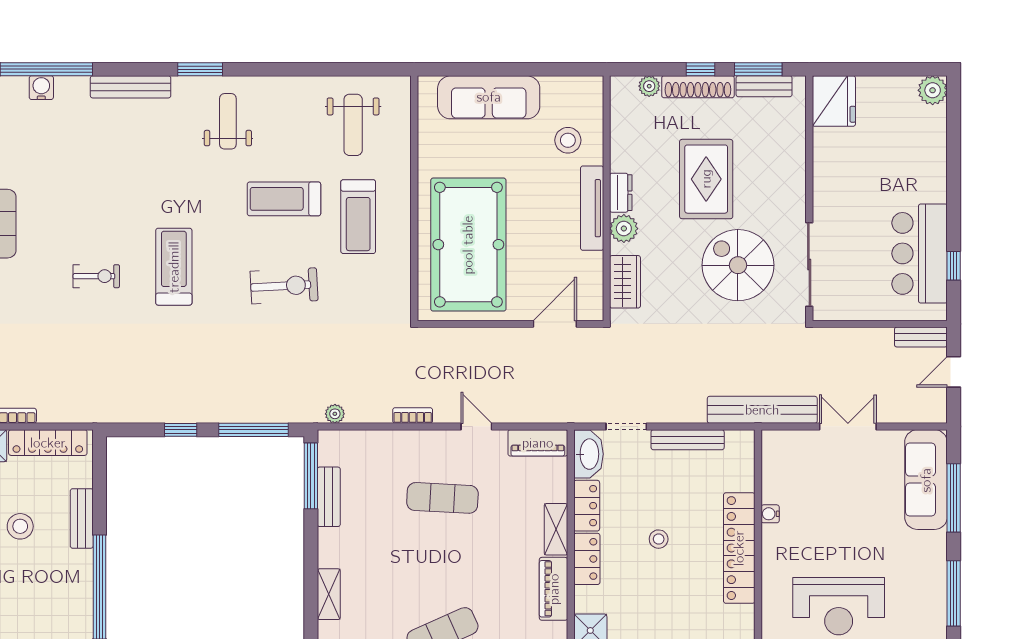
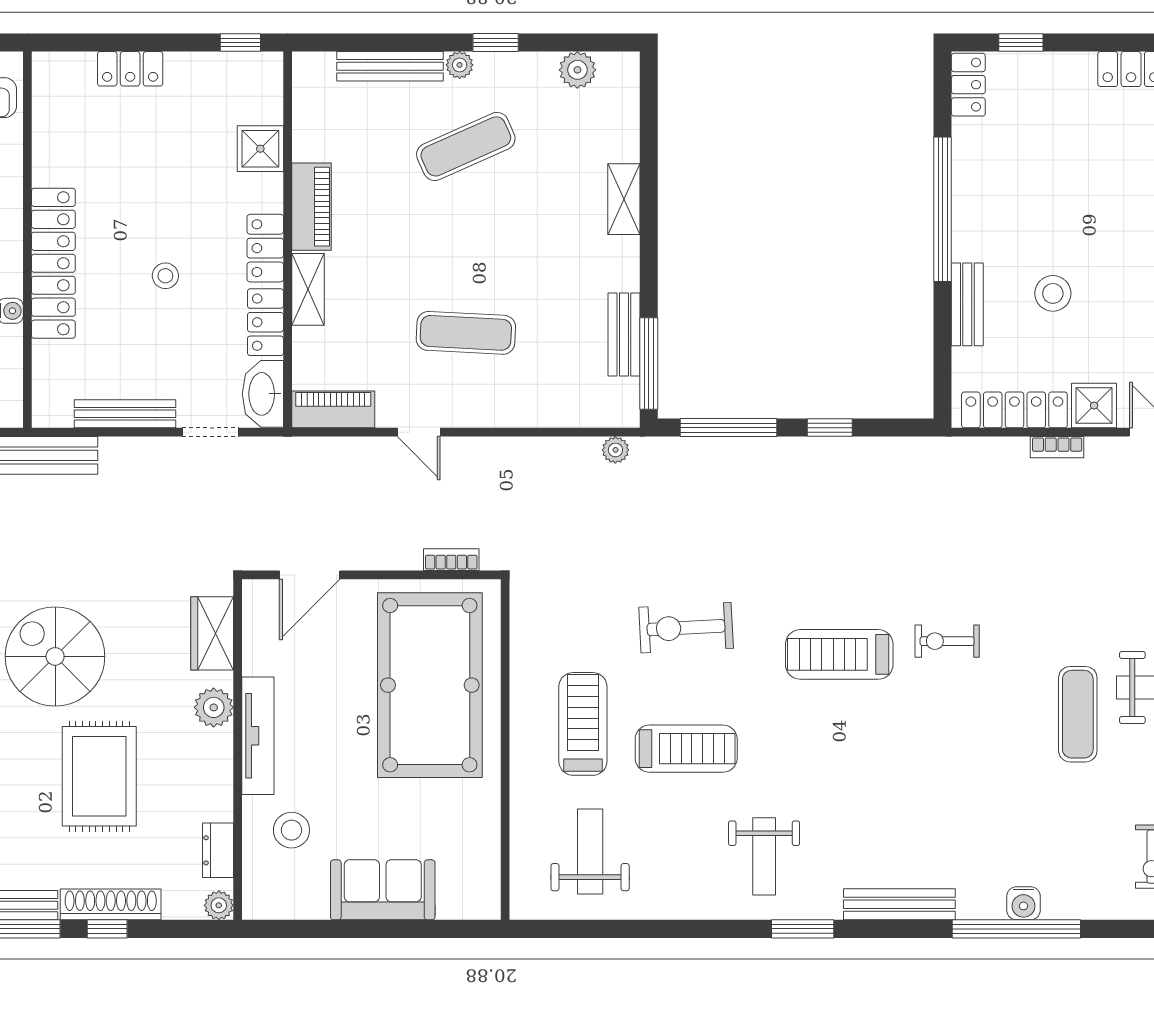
plant: (649, 86) -> (219, 905), moved
sofa: (489, 97) -> (383, 890), width x0.73
dresser: (621, 193) -> (218, 850), moved
spiral stairs: (738, 265) -> (55, 656), turned 180
treadmill: (174, 267) -> (839, 654), turned 90
bookcase: (413, 416) -> (451, 560), moved, turned 180

